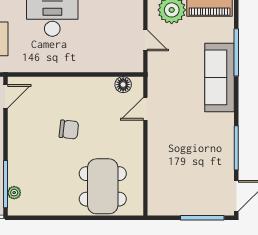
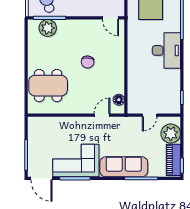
door: (145, 109) -> (102, 115), hinge flipped
corner sofa: (211, 146) -> (76, 161), added
plant: (14, 193) -> (48, 28), width x1.87, depth x1.87

